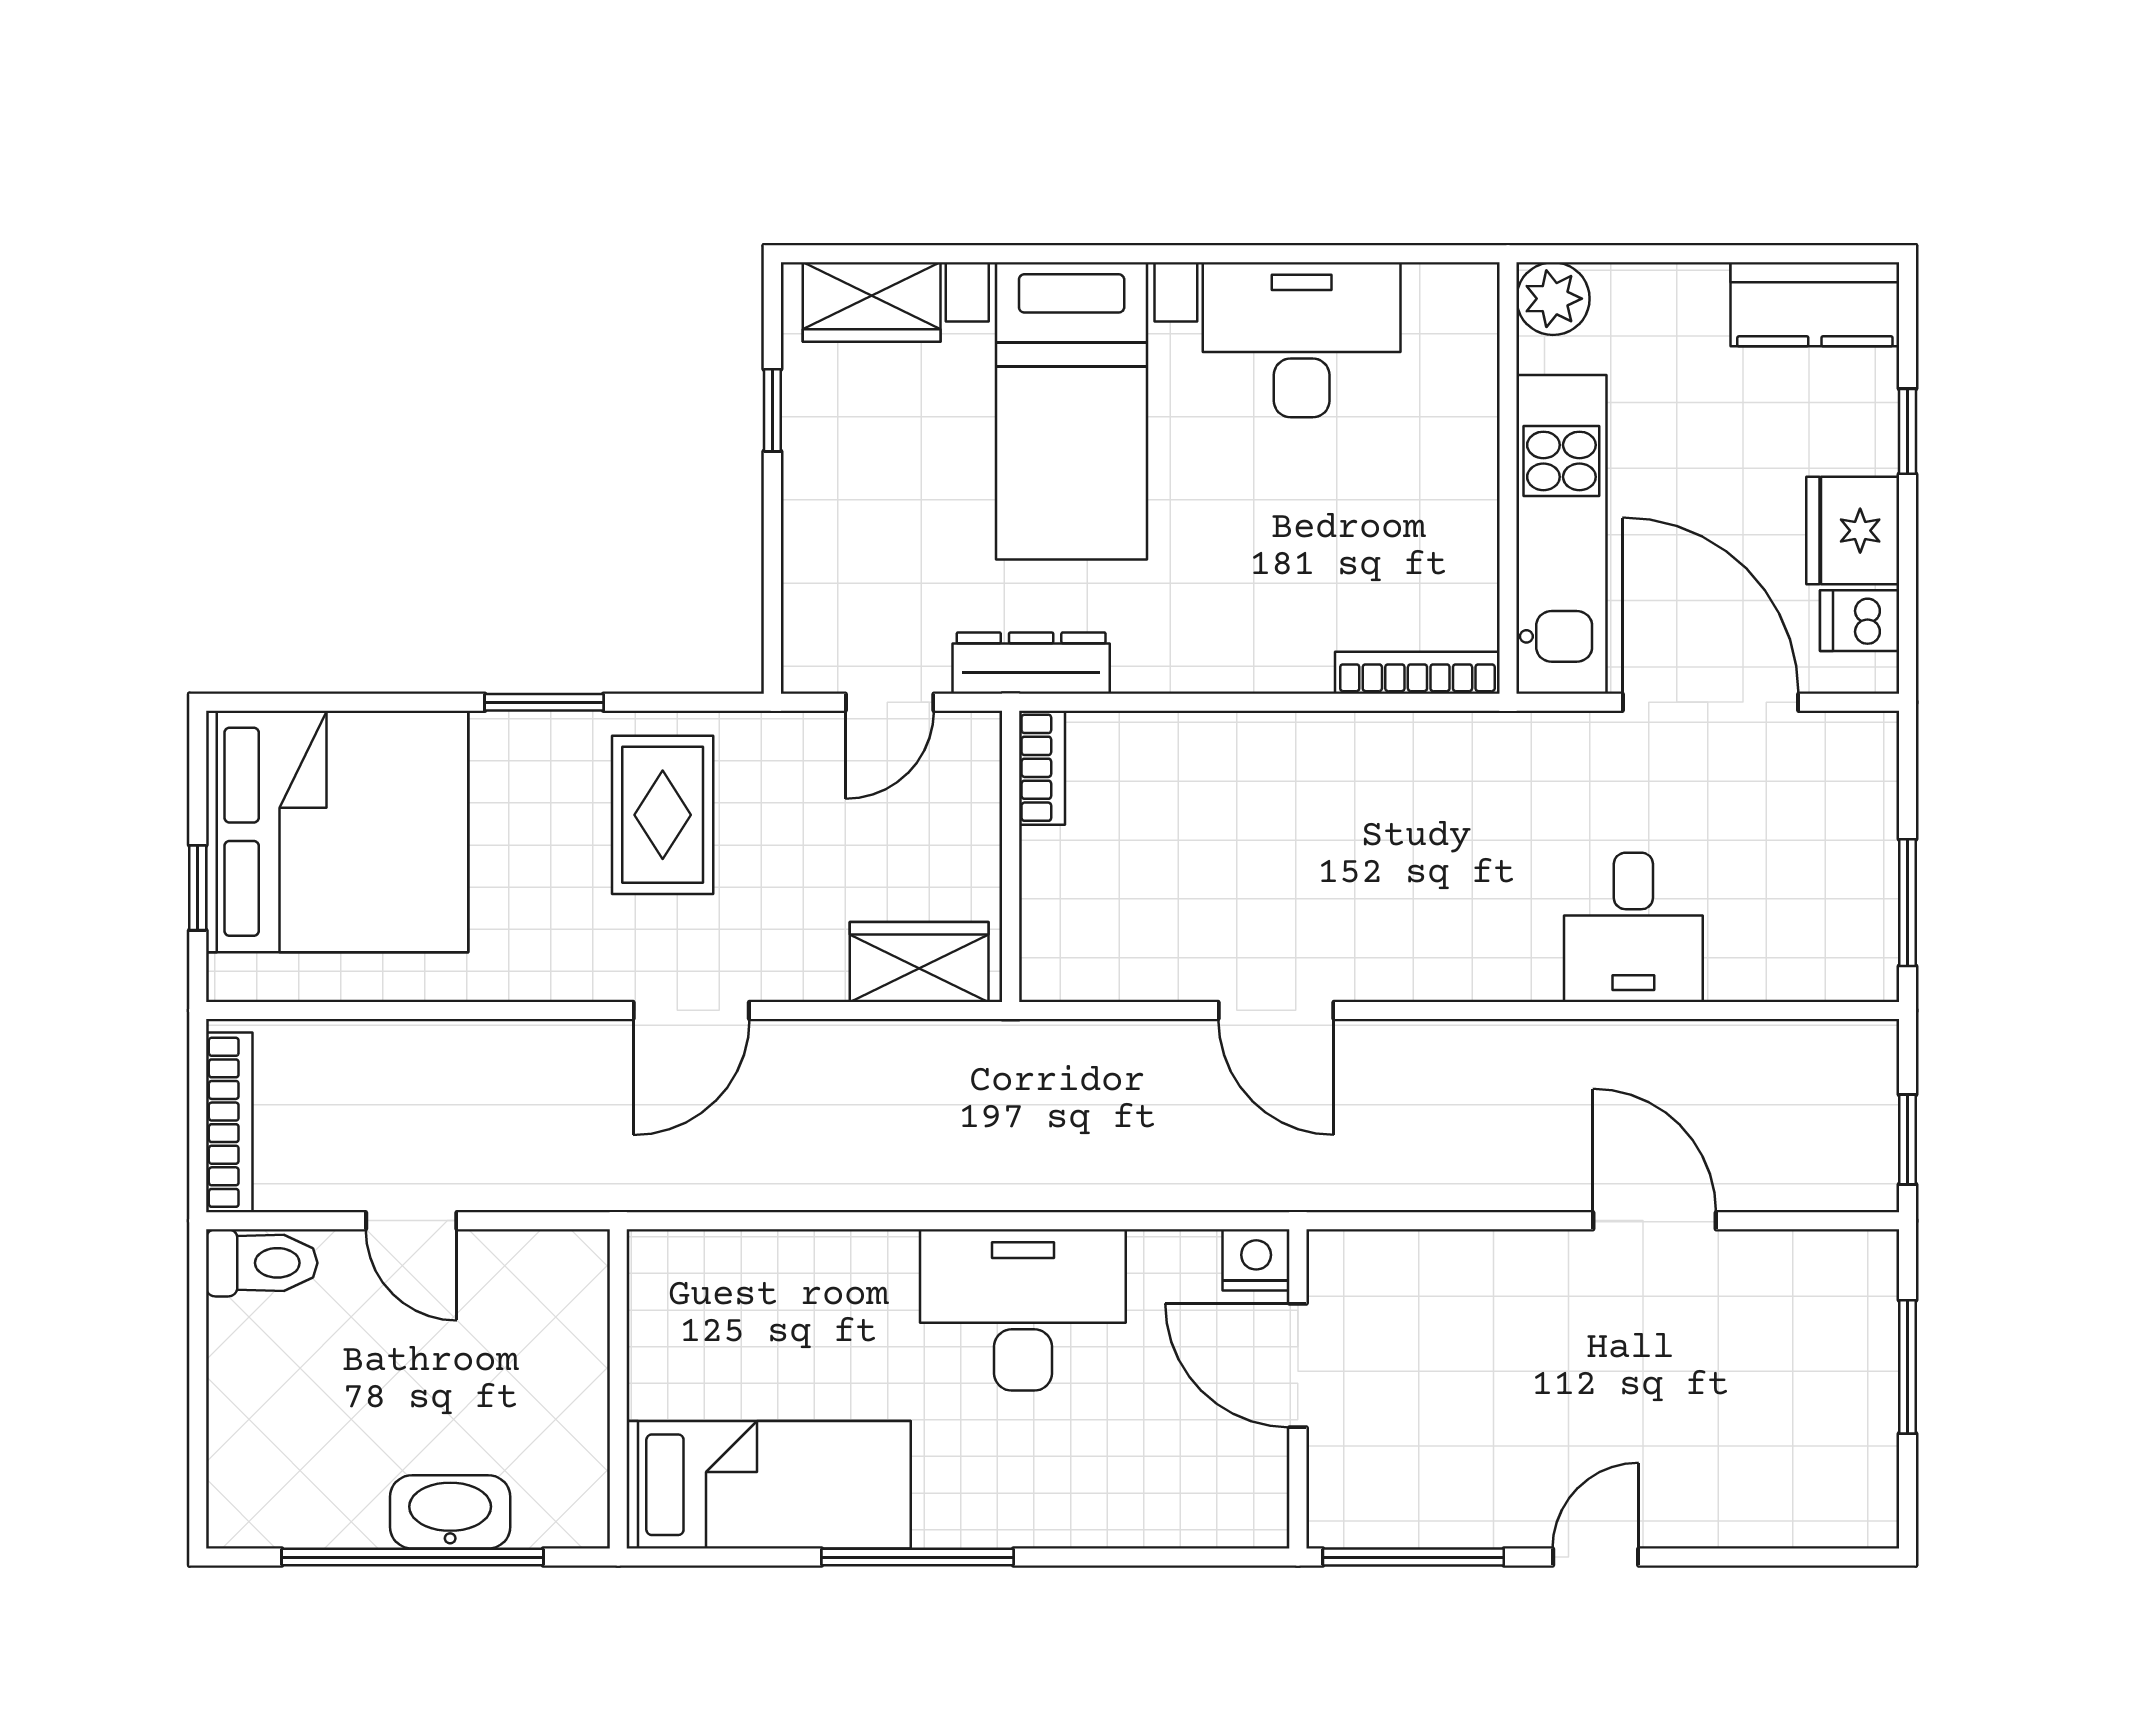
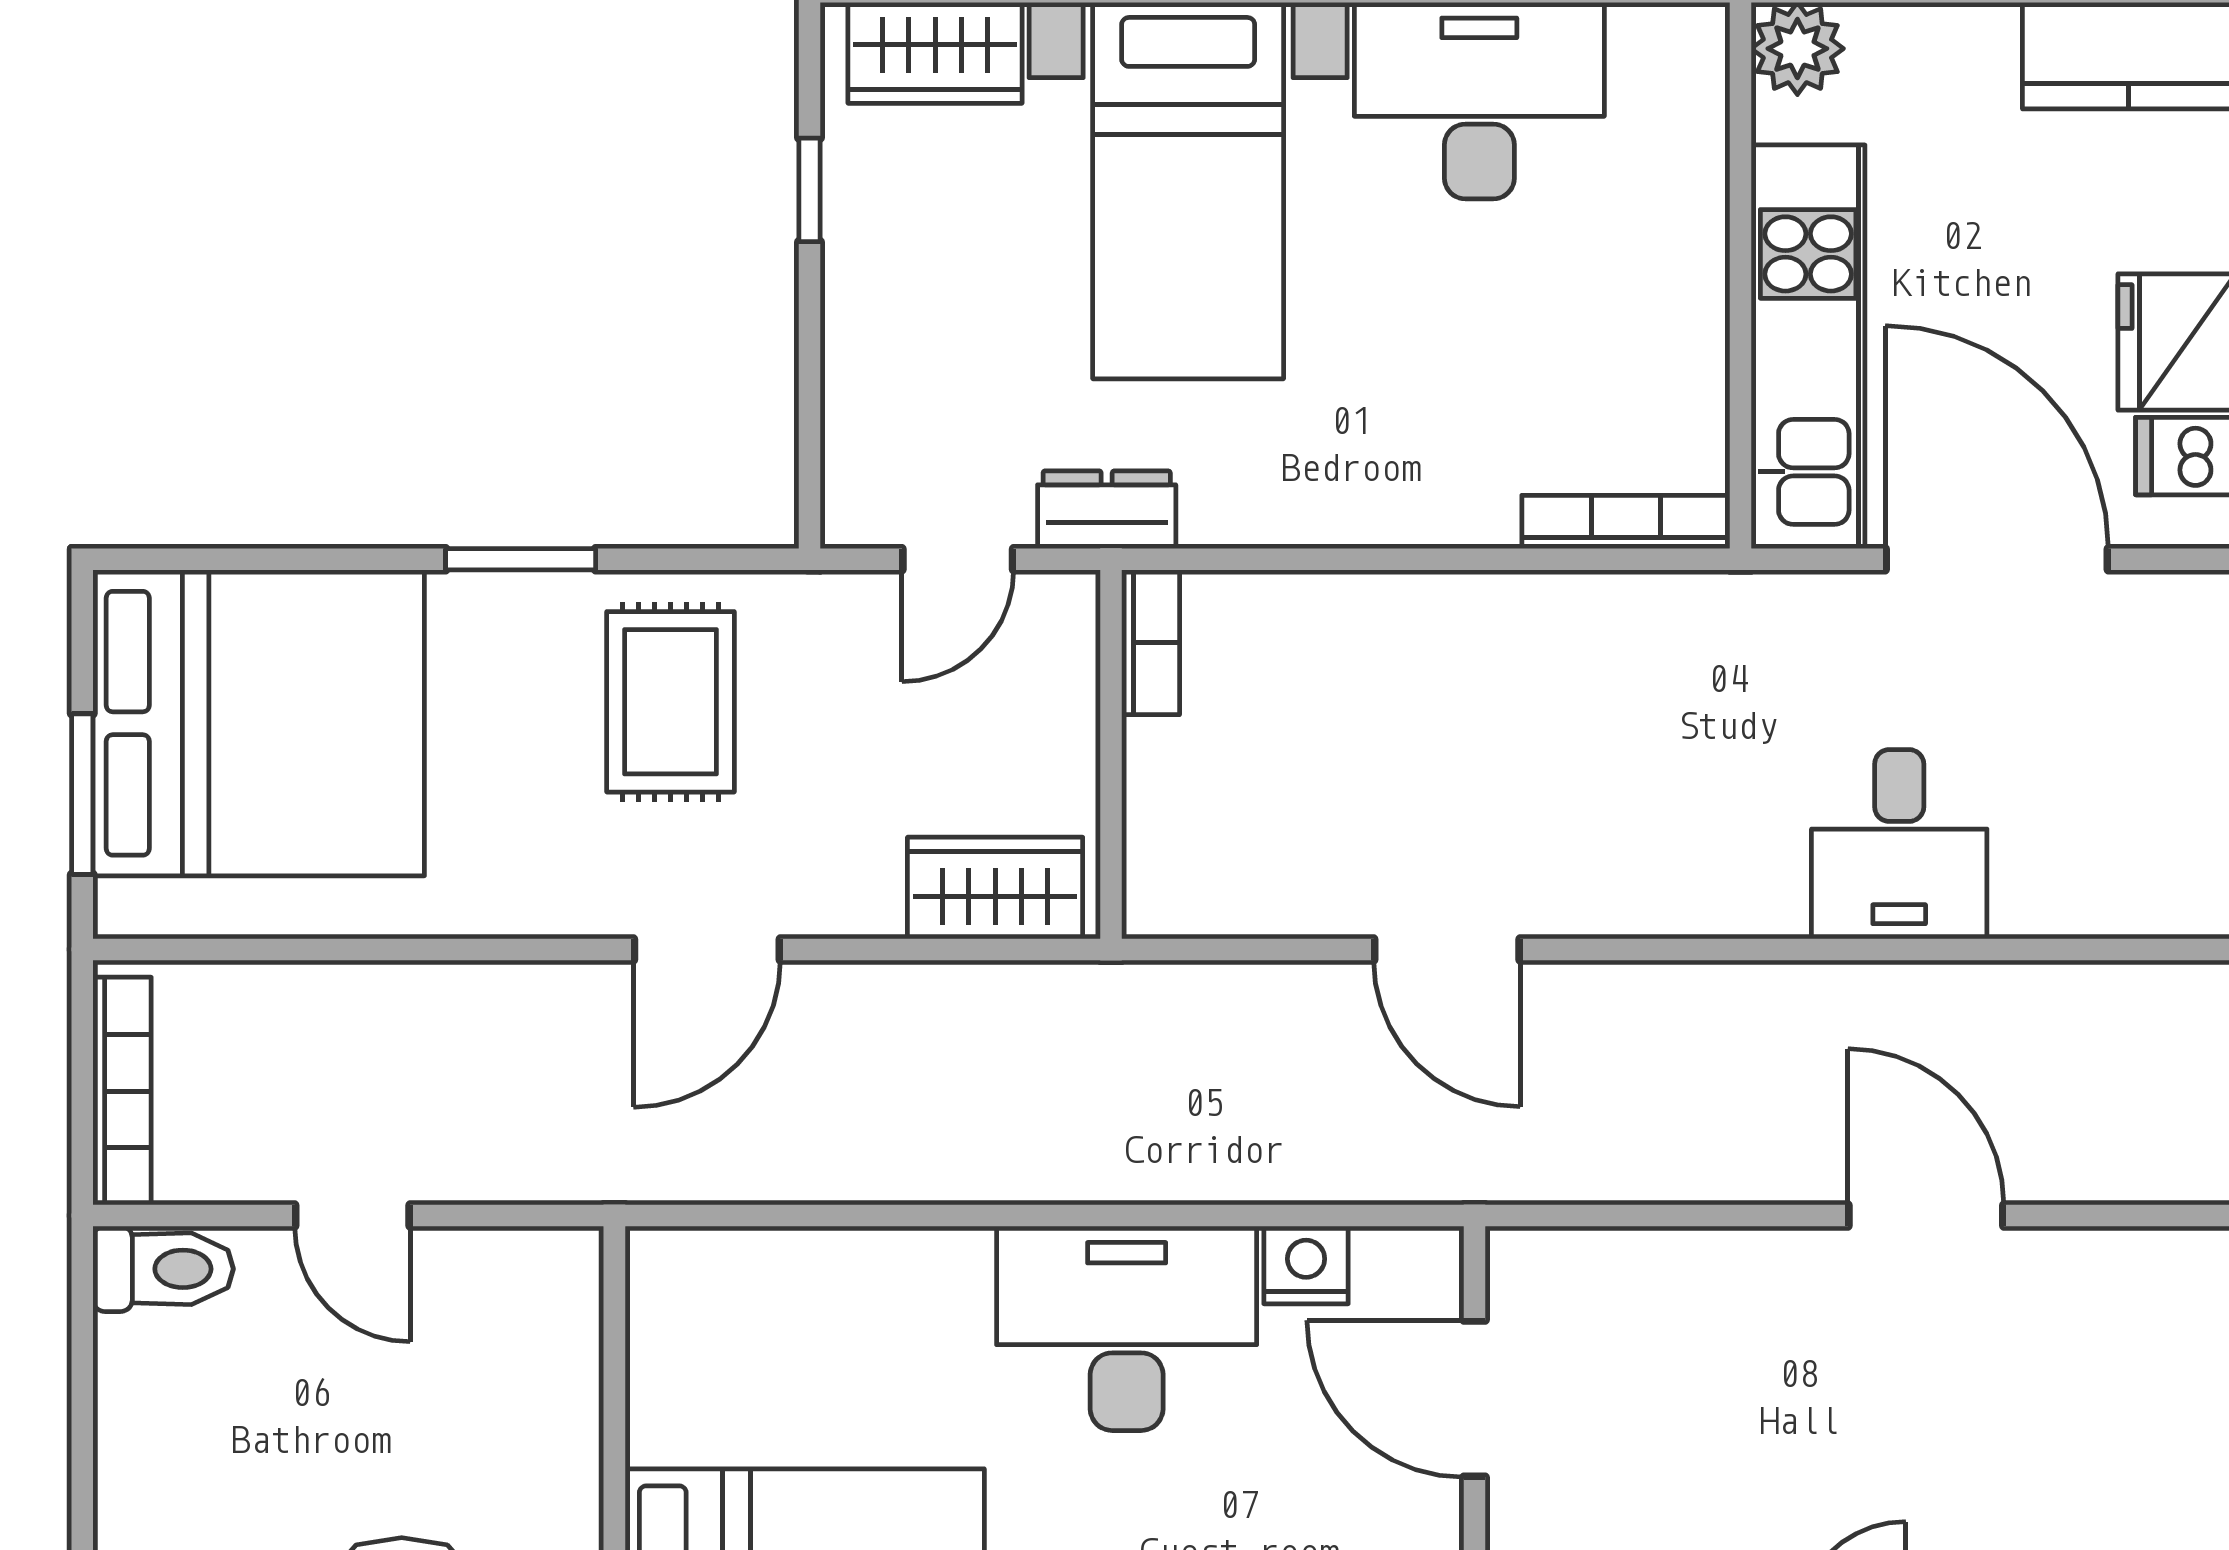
dresser: (1031, 663) -> (1107, 510), width x0.70
window: (198, 888) -> (82, 794), width x1.50
nightstand: (1256, 1260) -> (1306, 1265), moved

